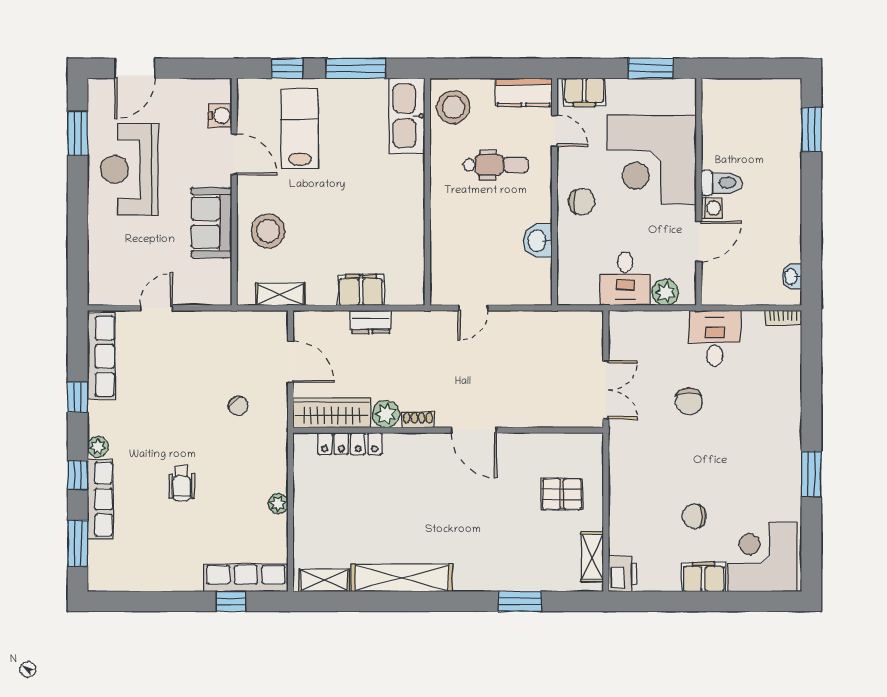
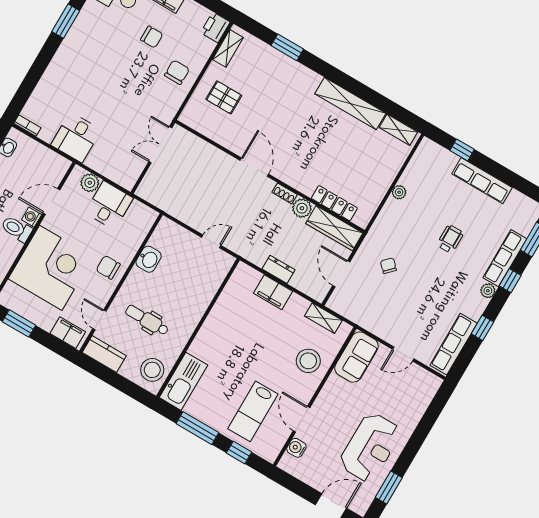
sofa: (212, 223) -> (356, 357), moved
chair: (689, 401) -> (177, 72), moved
row of seats: (246, 578) -> (482, 181), moved

